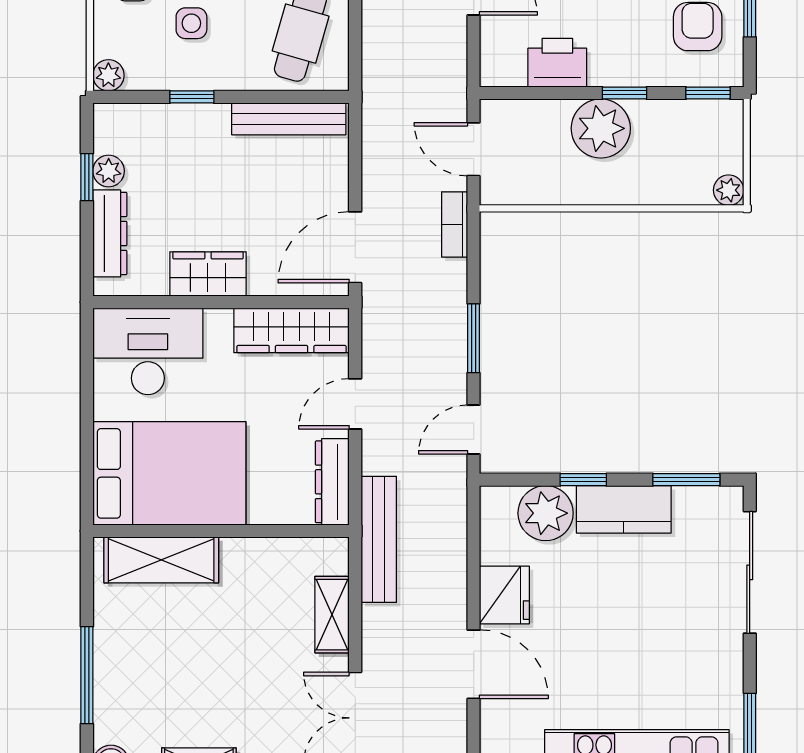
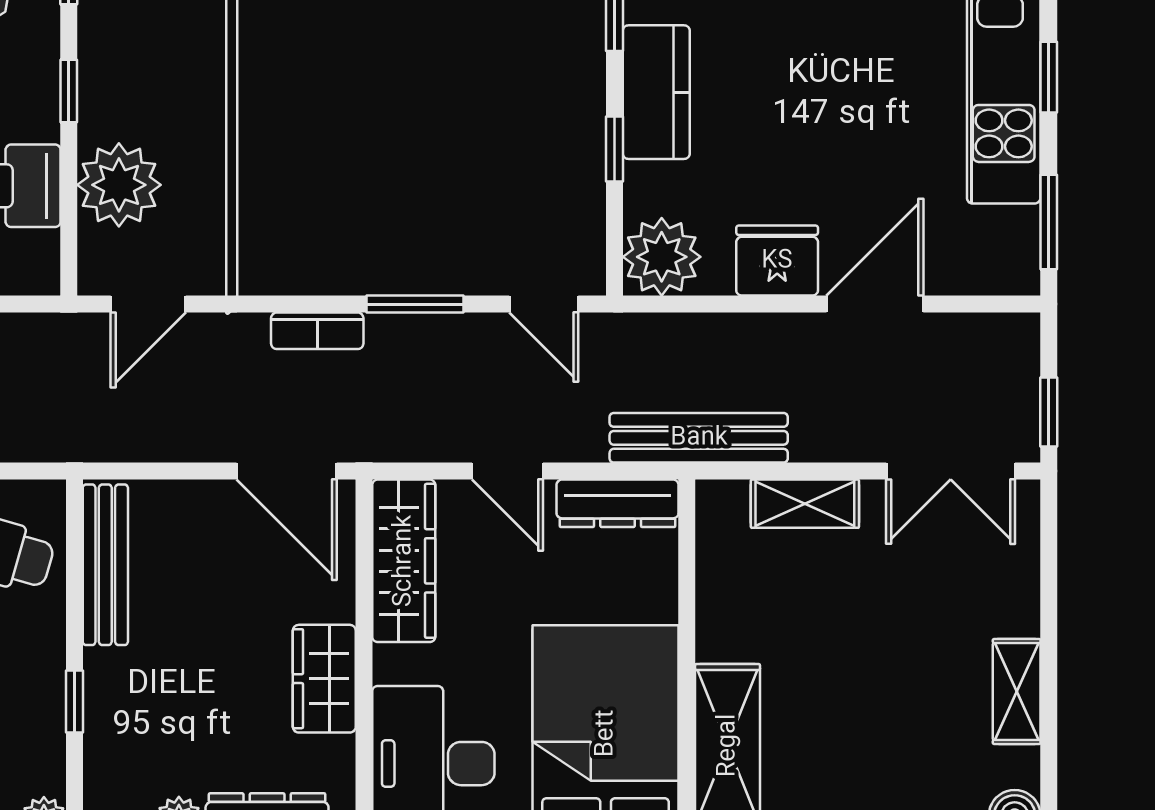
plant: (601, 128) -> (119, 185), moved
bookcase: (455, 224) -> (317, 331), moved
plant: (546, 513) -> (662, 257), moved

